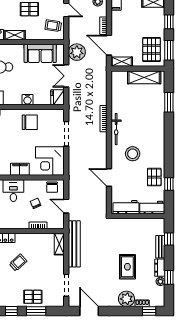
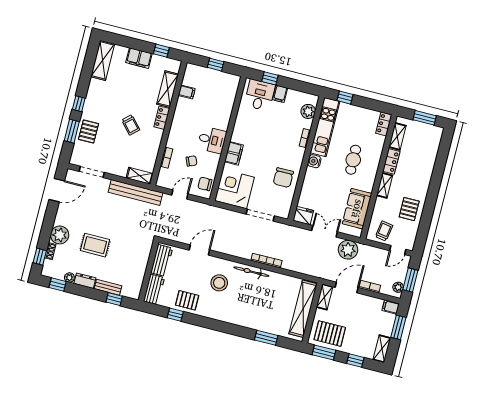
shelving: (144, 77) -> (303, 309), width x1.47
water cooler: (28, 100) -> (314, 161), moved
window: (169, 277) -> (58, 285), moved

